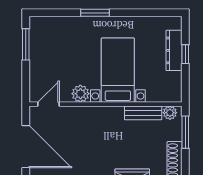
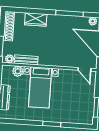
plant: (80, 94) -> (18, 71), moved
door: (49, 104) -> (84, 69), hinge flipped

